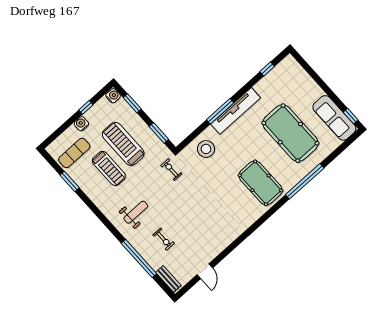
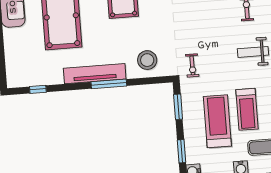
treadmill: (123, 144) -> (217, 121), turned 180
treadmill: (109, 168) -> (247, 109), turned 180

